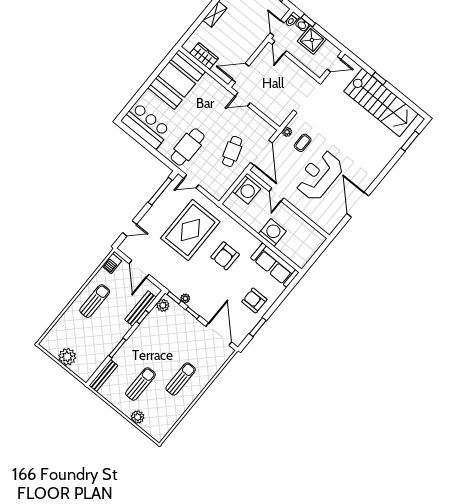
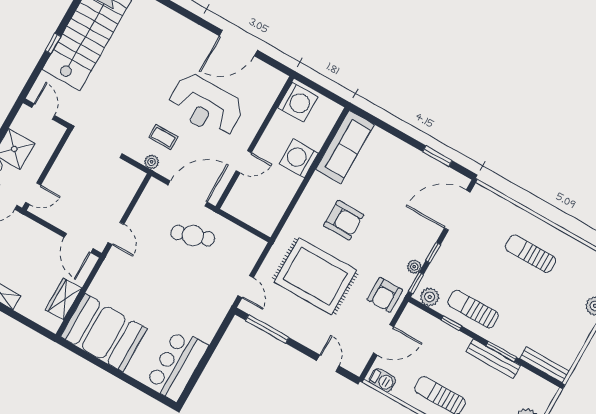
cafe table: (188, 147) -> (197, 300), removed
washing machine: (246, 190) -> (298, 102), moved, turned 90
armchair: (254, 300) -> (385, 295), moved
bench: (140, 308) -> (493, 359), moved
sun lounger: (141, 384) -> (473, 309), moved

